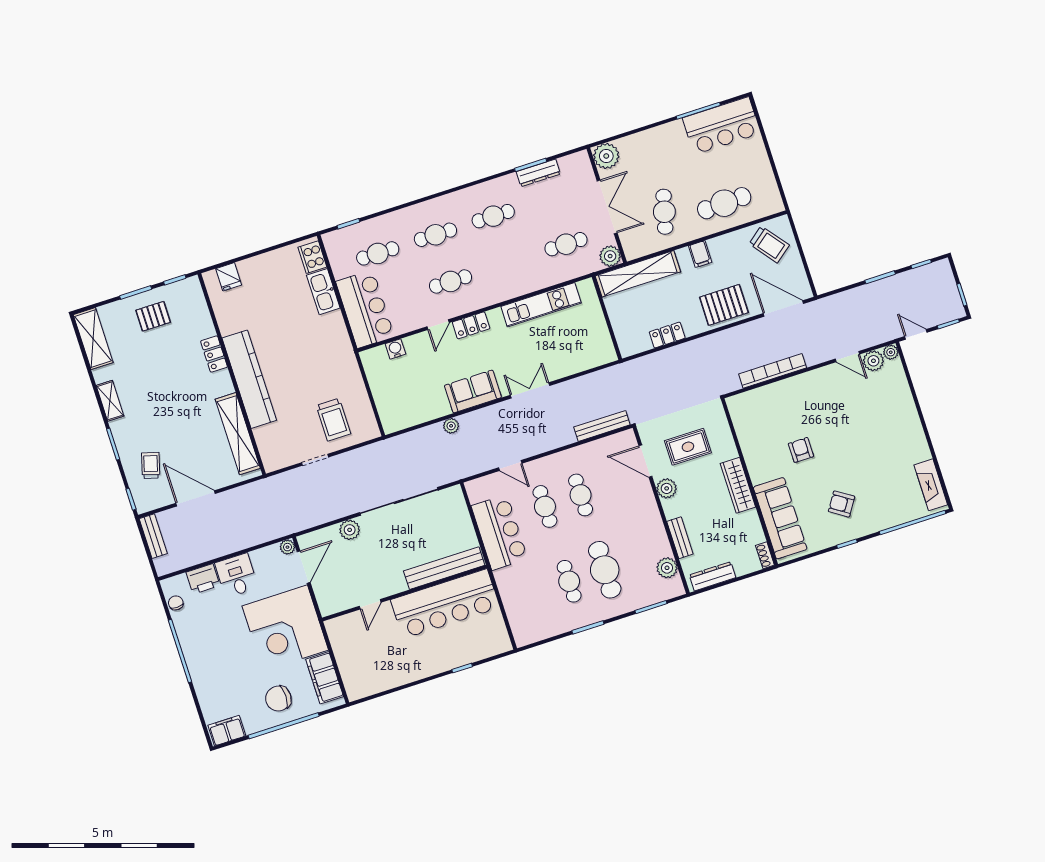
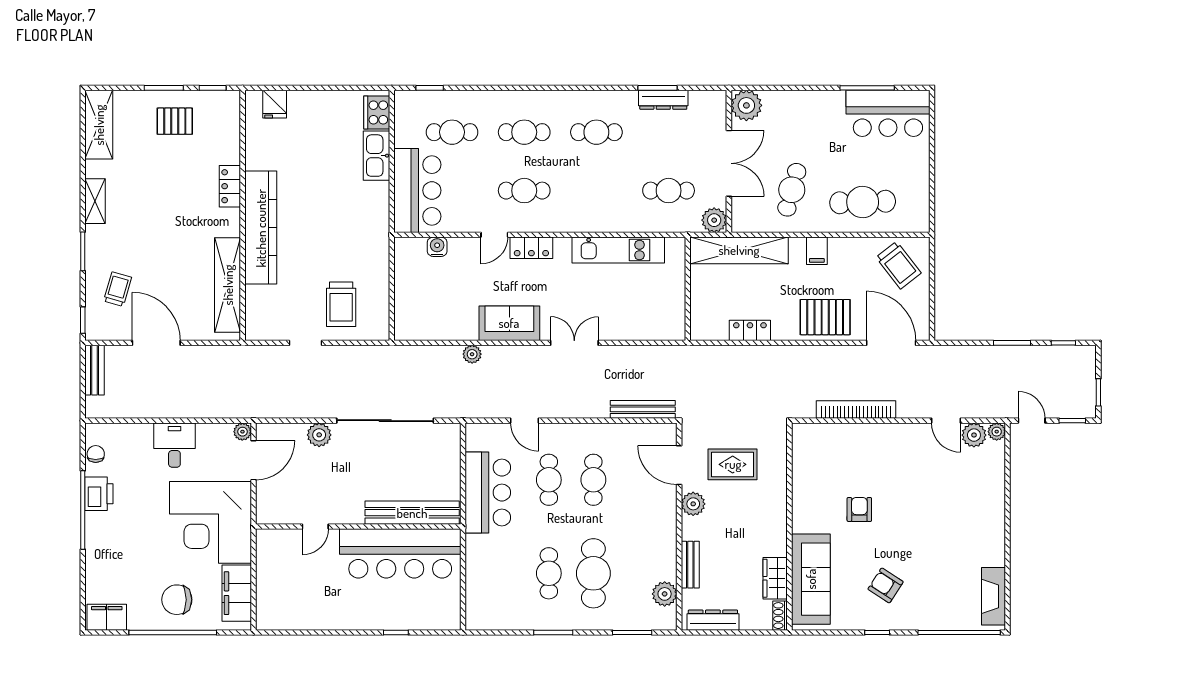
wardrobe: (738, 485) -> (775, 578), moved, width x0.67
printer: (203, 579) -> (99, 494), moved, turned -90

